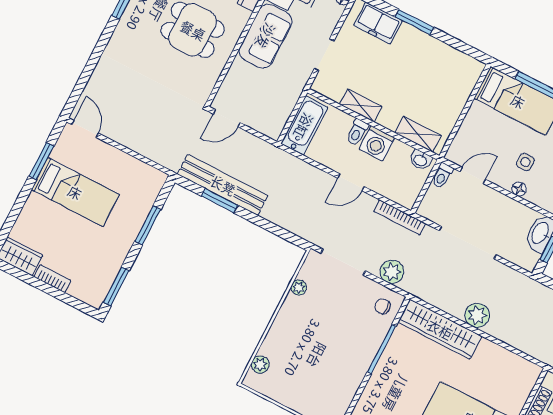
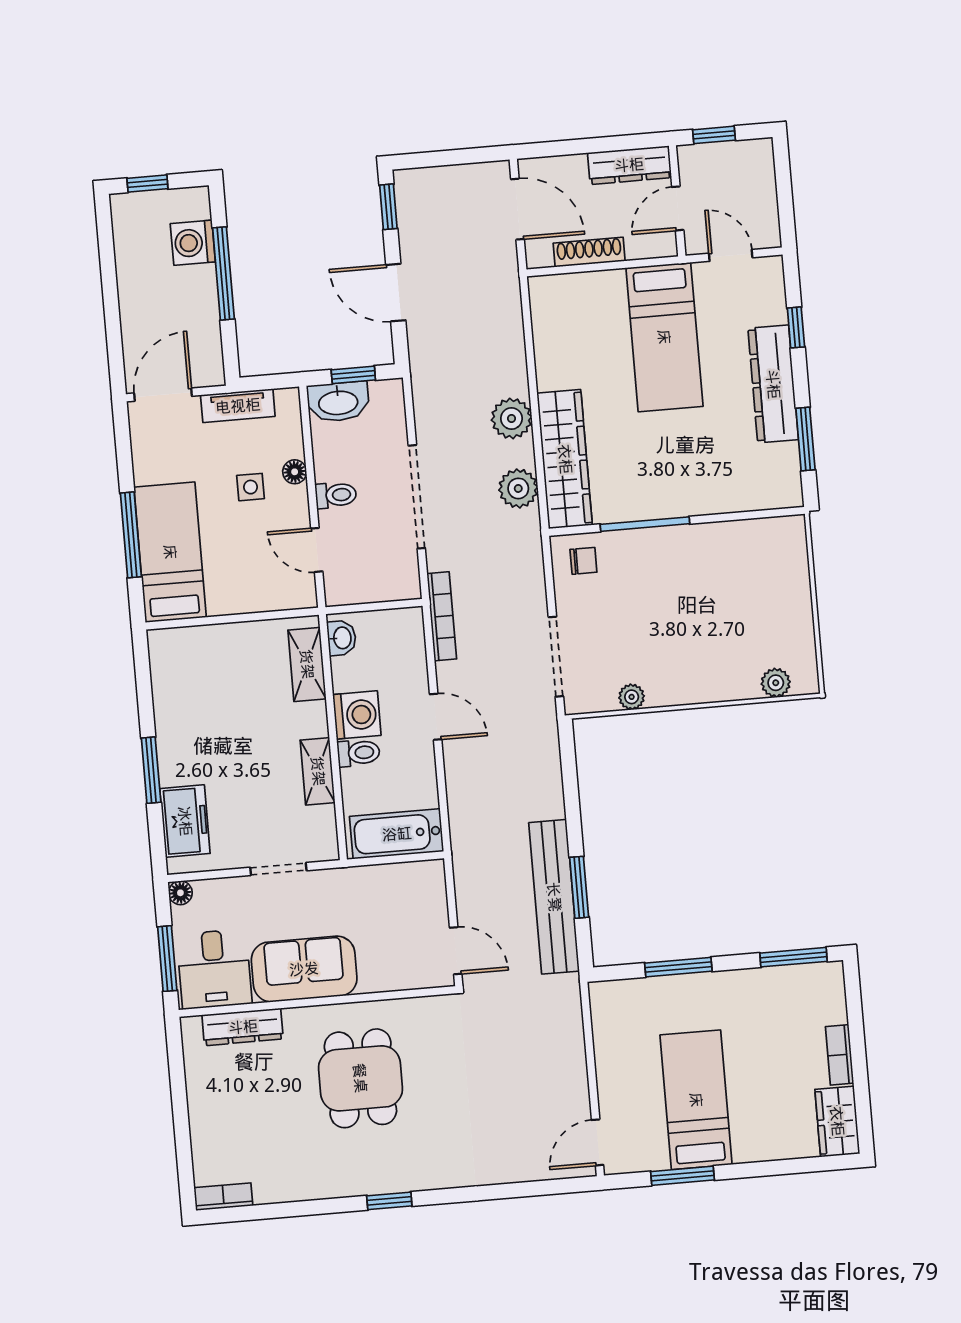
toilet: (442, 176) -> (336, 495), moved
plant: (392, 272) -> (518, 488), moved
chair: (383, 306) -> (583, 561), turned -90

